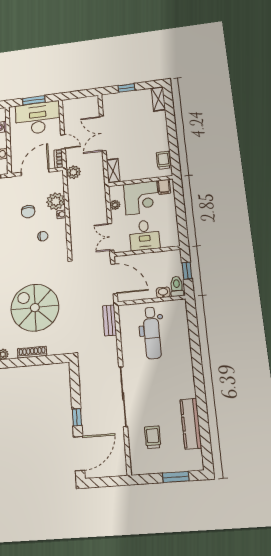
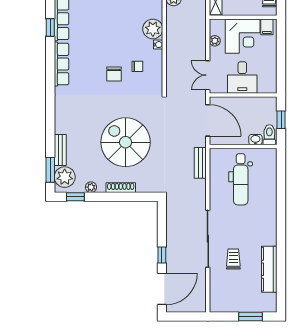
chair: (28, 212) -> (114, 74), moved
trolley: (153, 437) -> (233, 259), moved

